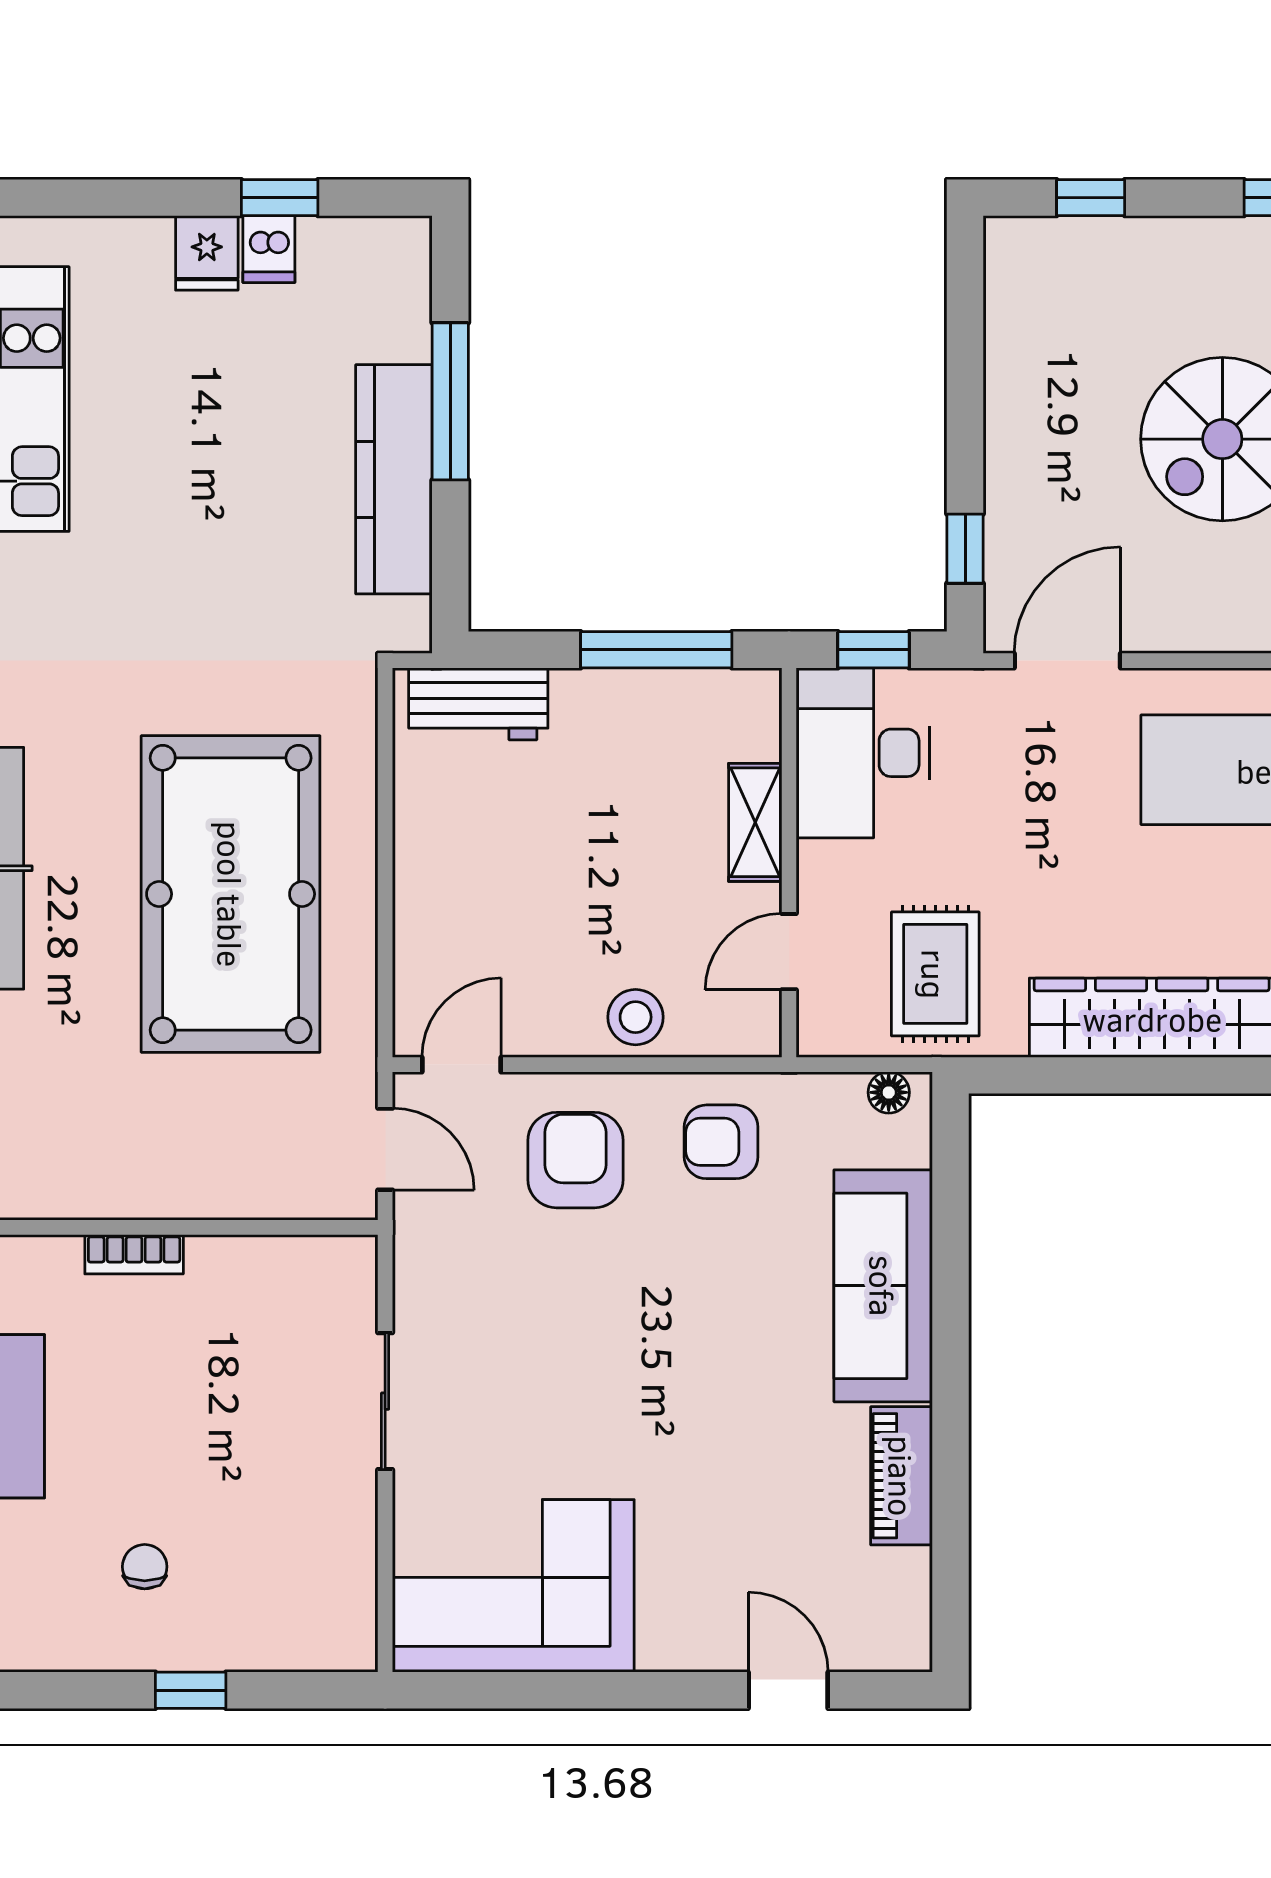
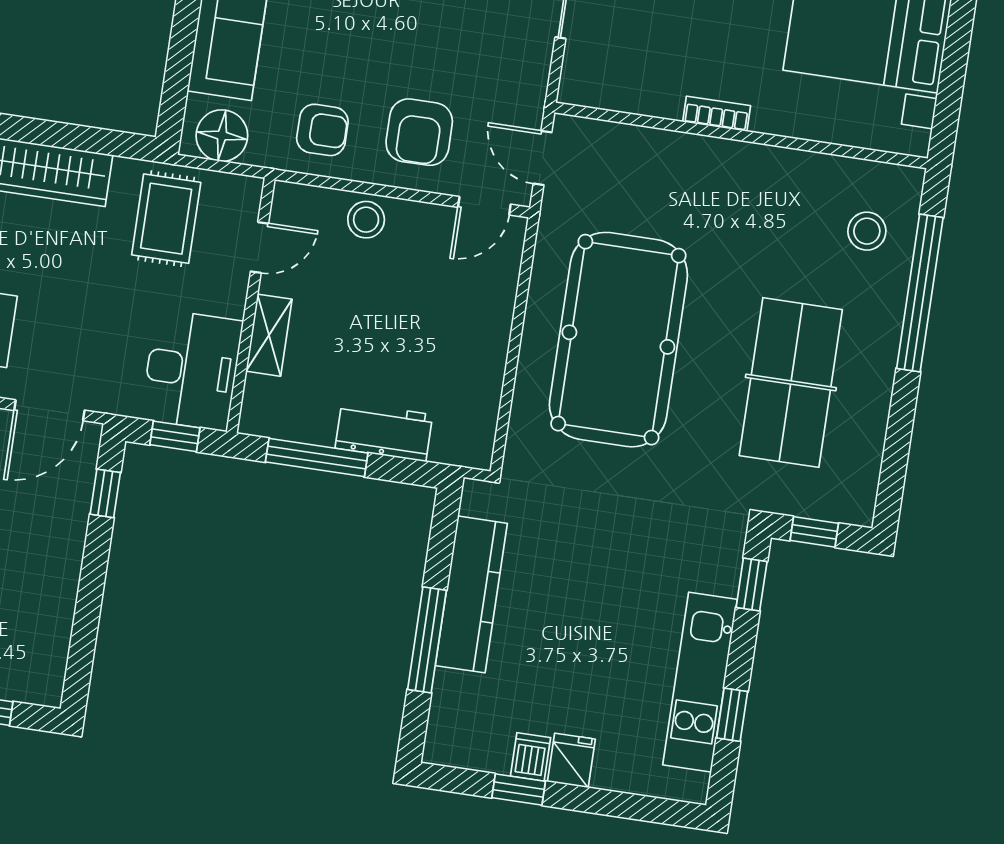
workbench: (478, 704) -> (384, 431), moved
floor lamp: (889, 1092) -> (222, 136), width x1.89, depth x1.89

